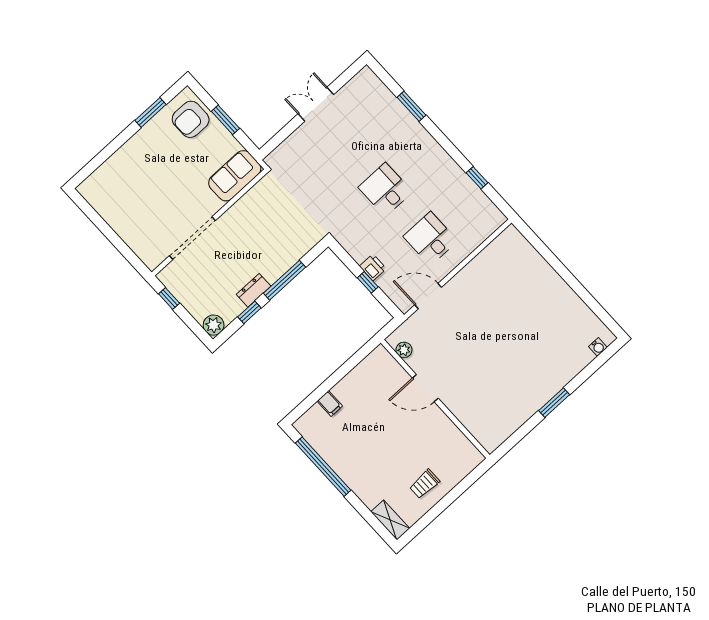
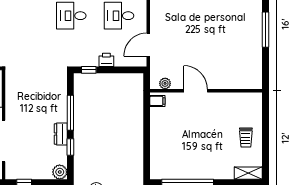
window: (368, 282) -> (89, 70), moved
door: (425, 388) -> (196, 91), swing flipped
window: (554, 403) -> (265, 30), width x1.44
filing cabinet: (330, 404) -> (157, 101), moved

